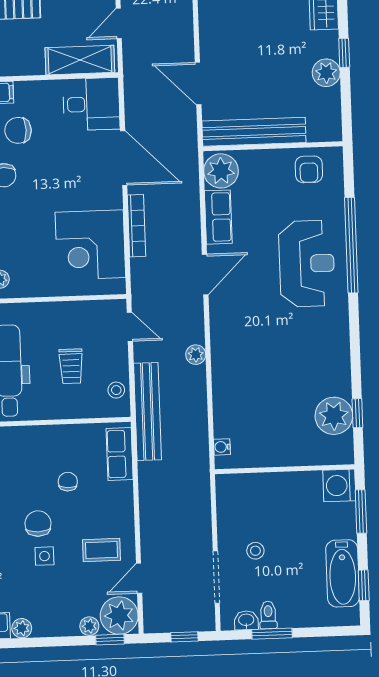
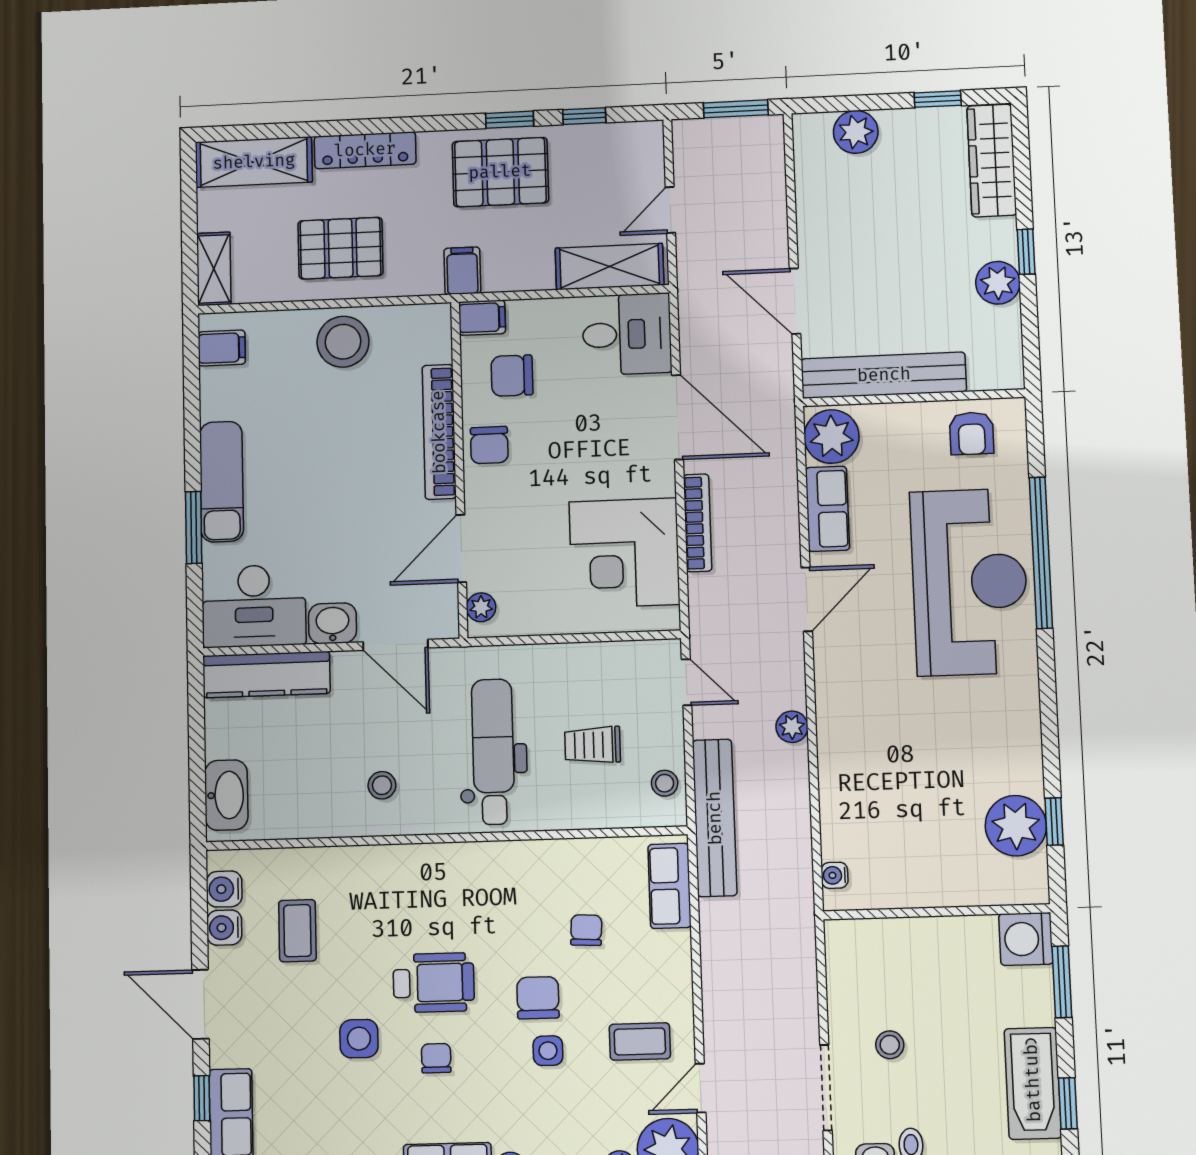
reception desk: (307, 264) -> (970, 582), width x1.36, depth x1.30
trolley: (71, 366) -> (593, 745), turned 90

